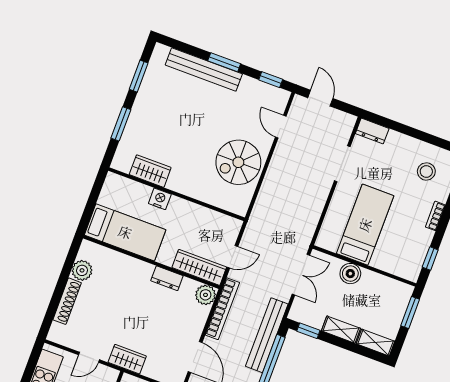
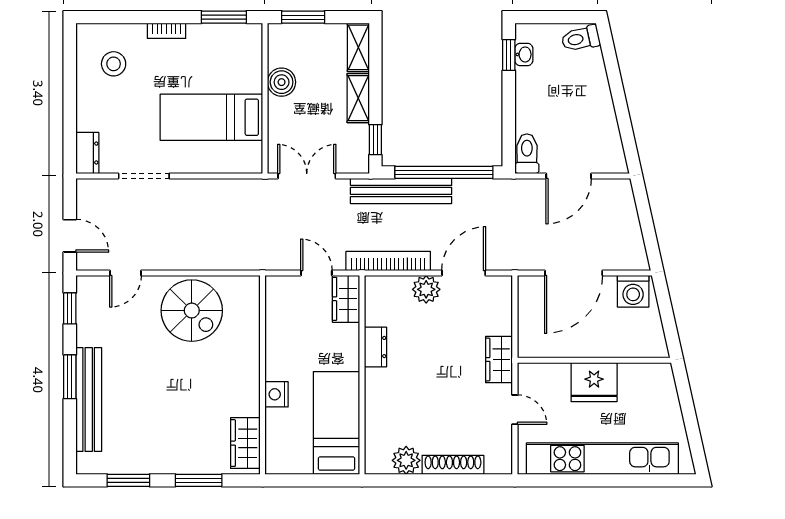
door: (320, 98) -> (70, 236), swing flipped
wardrobe: (150, 171) -> (245, 443), moved
window: (430, 259) -> (224, 17), width x1.50
wardrobe: (199, 267) -> (346, 299), width x0.67
boiler: (350, 274) -> (282, 82), moved
plant: (206, 295) -> (426, 289), moved

